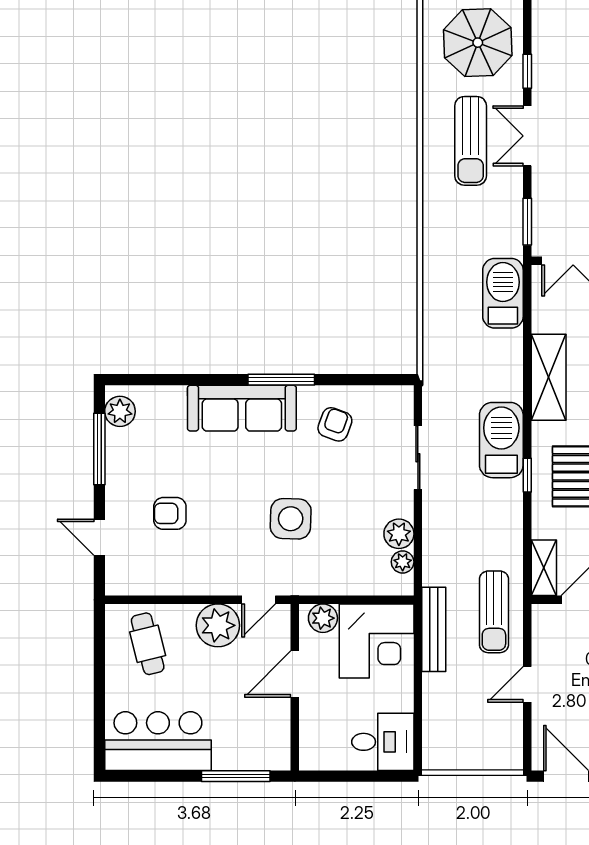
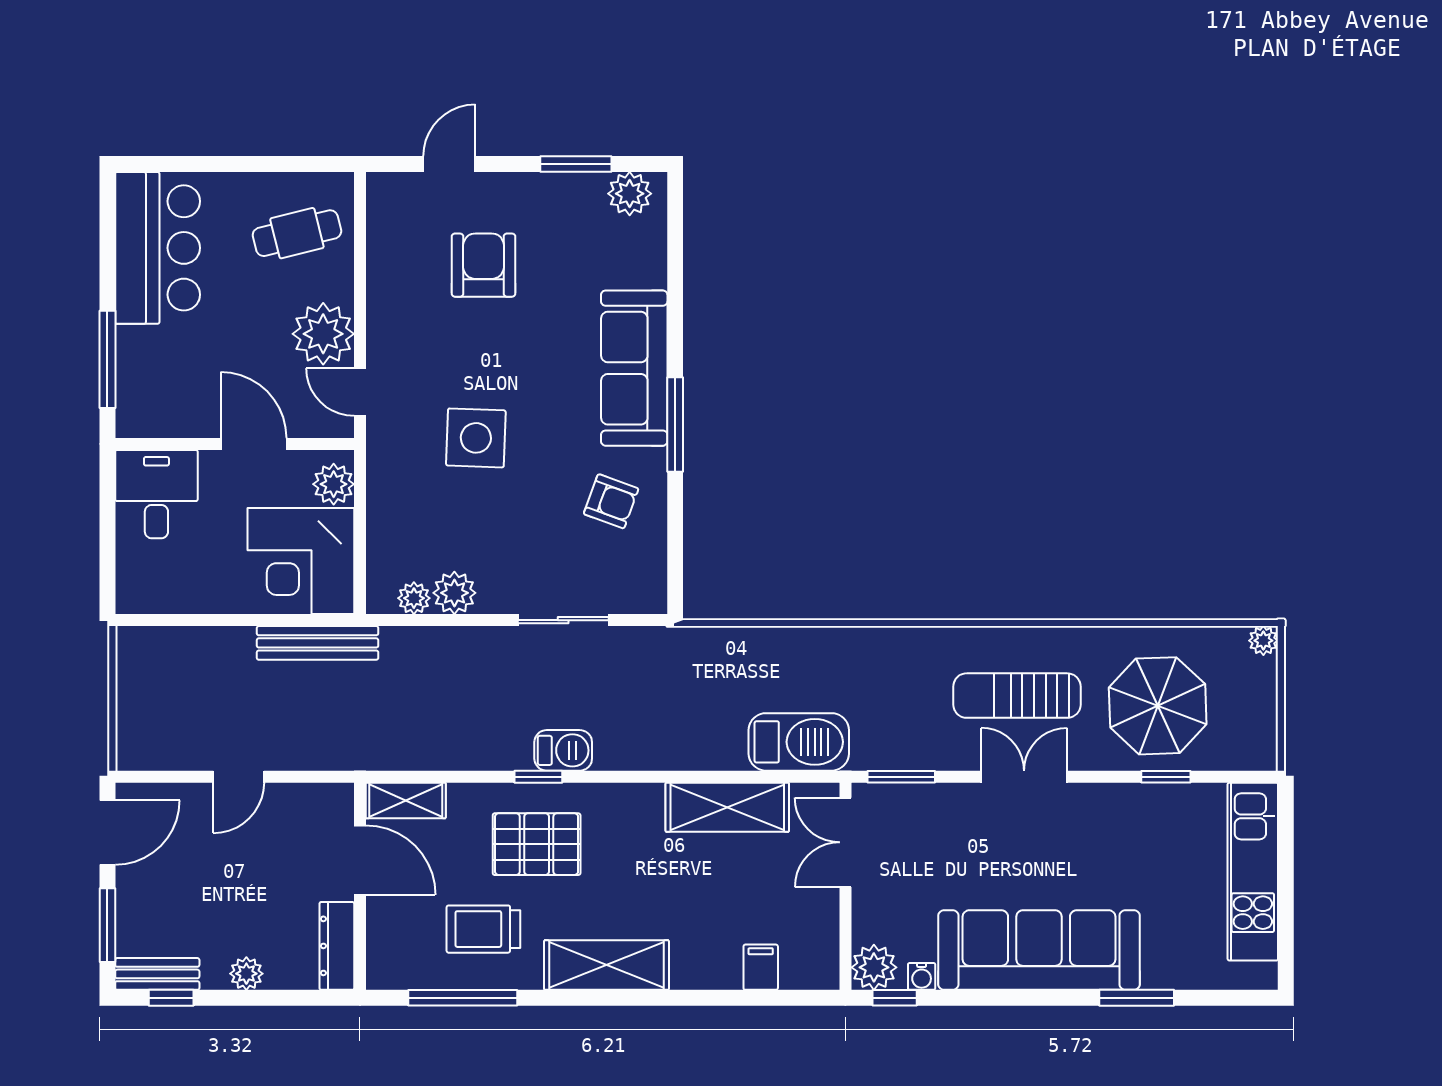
window: (527, 71) -> (1166, 777), moved
shelving: (549, 377) -> (727, 807), moved
barbecue: (501, 440) -> (563, 750), width x0.53, depth x0.65
window: (99, 449) -> (576, 164), width x0.69
armchair: (170, 513) -> (484, 265), width x1.38, depth x1.38
sun lounger: (494, 612) -> (343, 729), removed
door: (527, 684) -> (239, 777), swing flipped
desk: (383, 742) -> (156, 494), moved, turned 180

